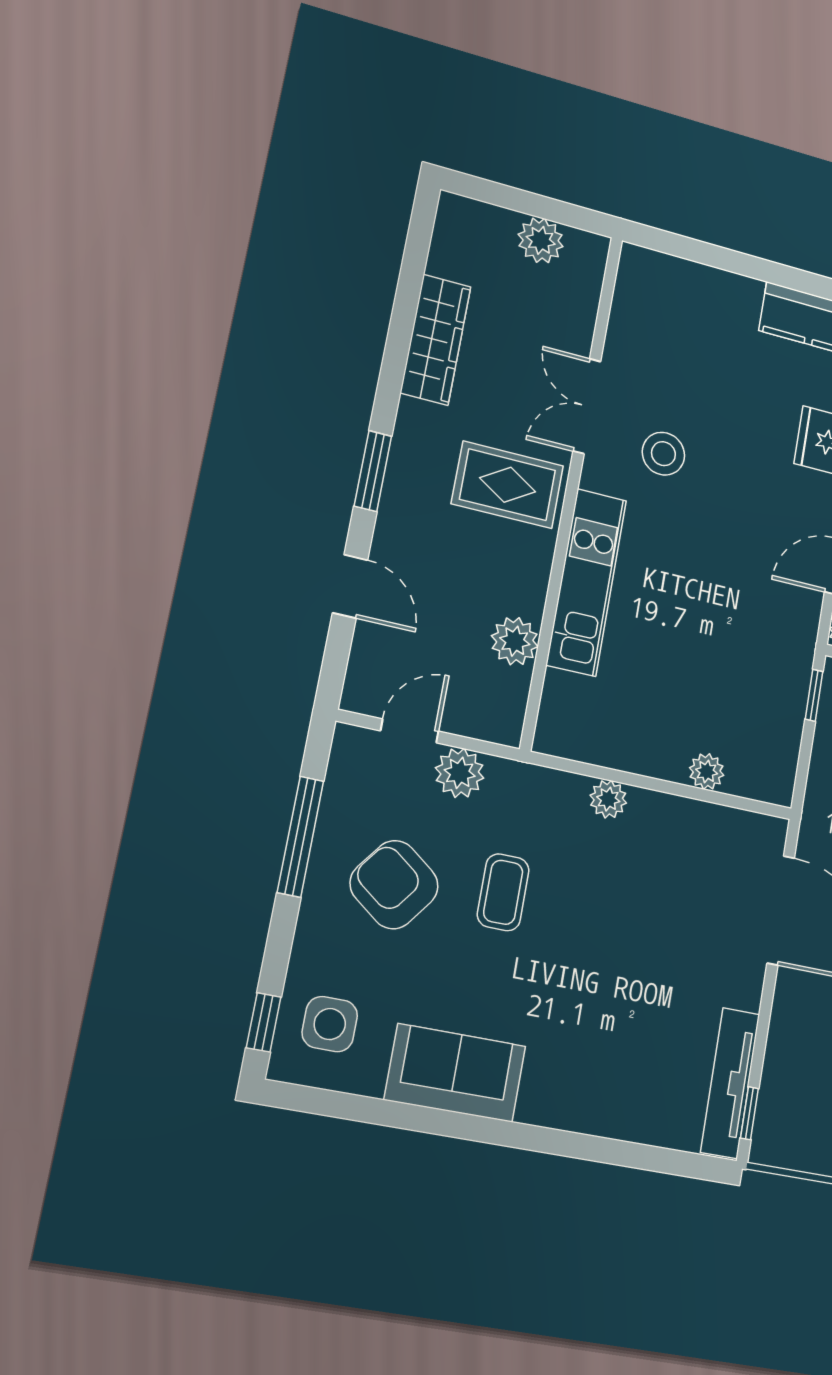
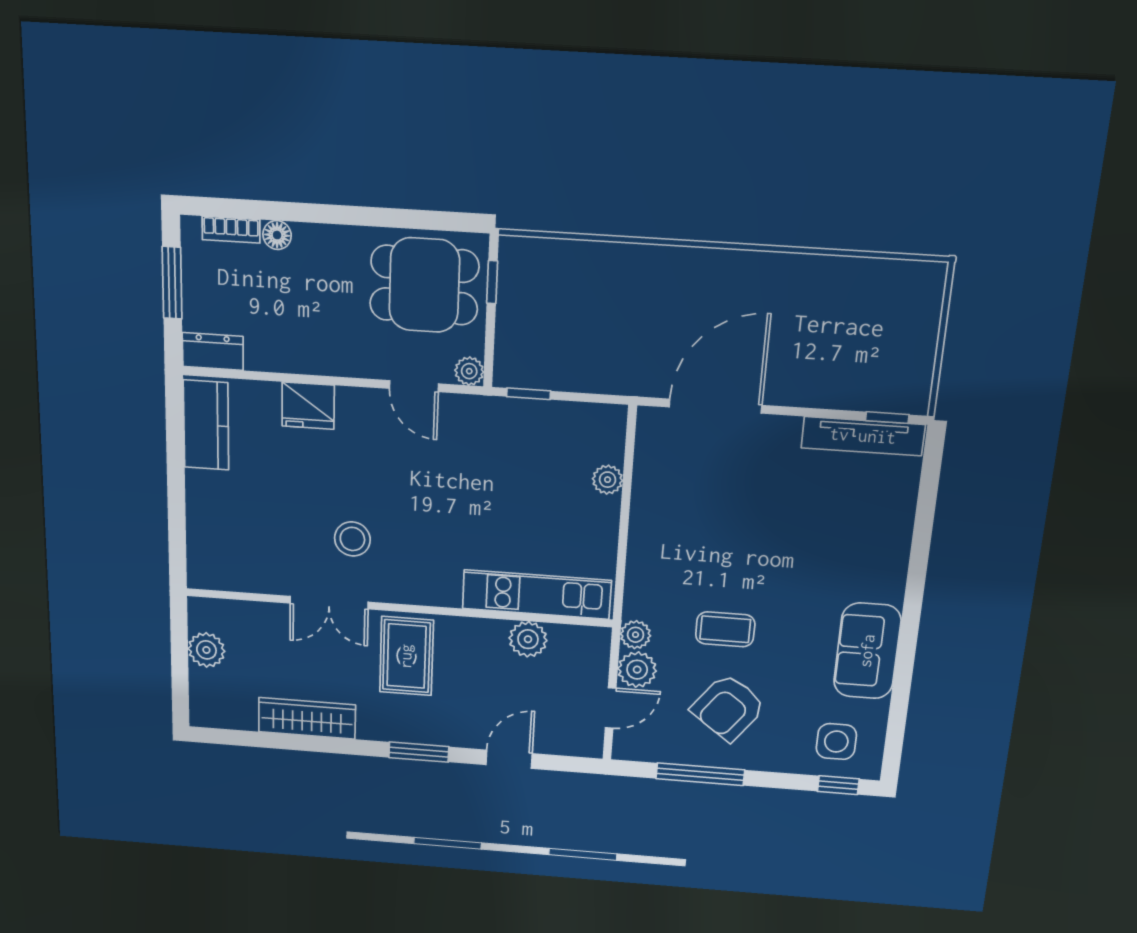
kitchen unit: (586, 582) -> (537, 595), moved
door: (410, 731) -> (611, 708), swing flipped
plant: (608, 799) -> (636, 635), moved

